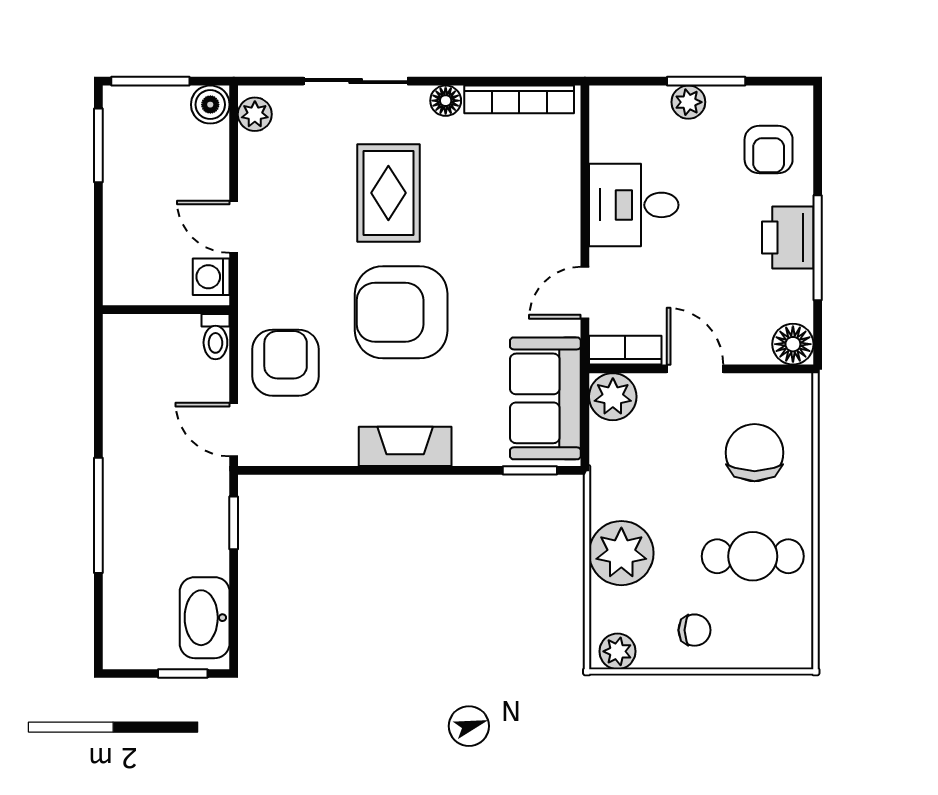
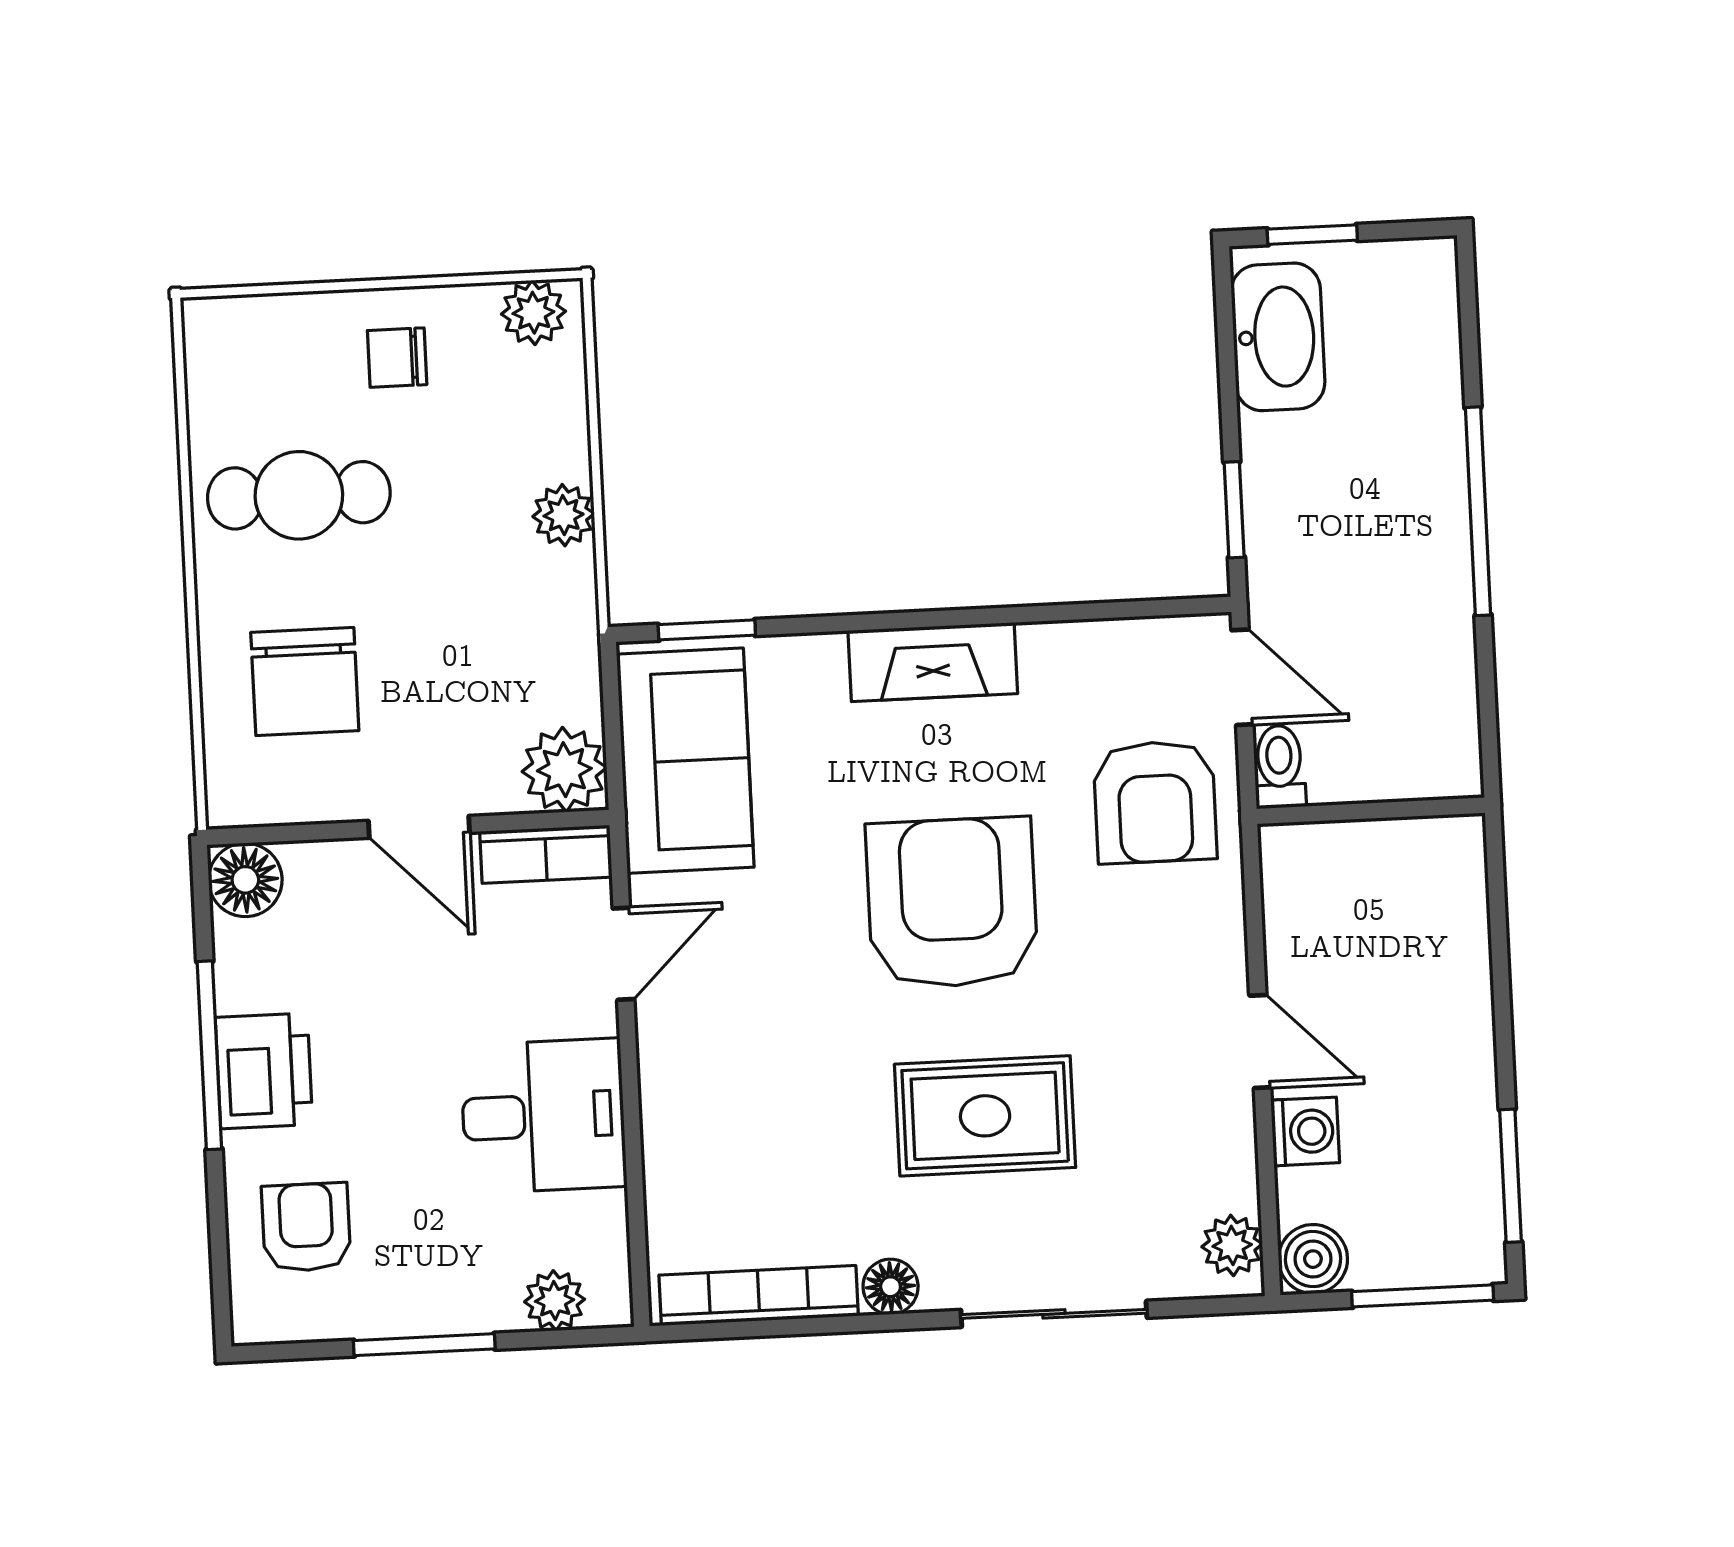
plant: (688, 102) -> (555, 1301), moved
rug: (388, 193) -> (985, 1116), turned 90
washing machine: (211, 277) -> (1305, 1131), moved
wall: (166, 310) -> (1371, 811), moved
armchair: (401, 312) -> (952, 903), turned -90
toilet: (215, 337) -> (1279, 767), moved
plant: (621, 553) -> (564, 515), width x0.53, depth x0.53

